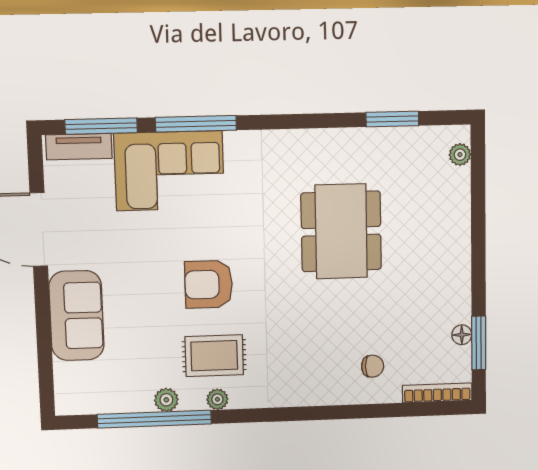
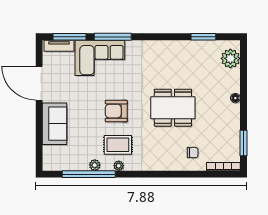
plant: (460, 155) -> (230, 58), width x1.88, depth x1.88
dining table: (341, 231) -> (173, 108), moved, turned 90
floor lamp: (462, 335) -> (235, 98), moved

